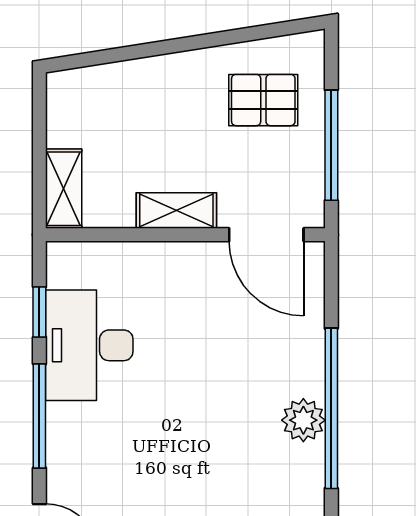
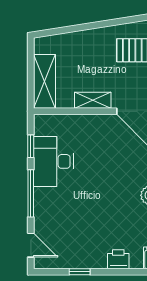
shelving: (64, 189) -> (44, 81), width x1.50, depth x1.33

